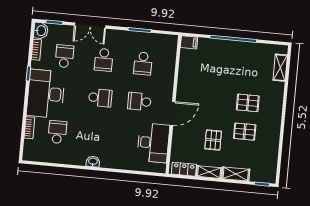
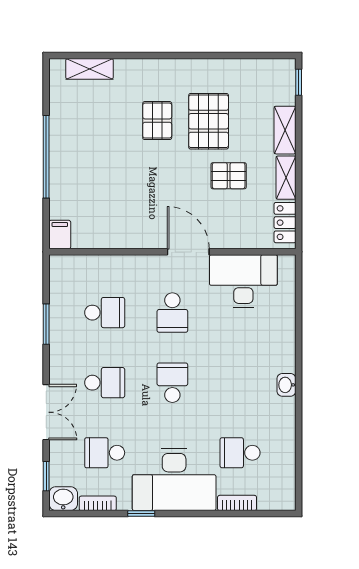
pallet: (245, 132) -> (209, 121), width x1.50, depth x1.42

